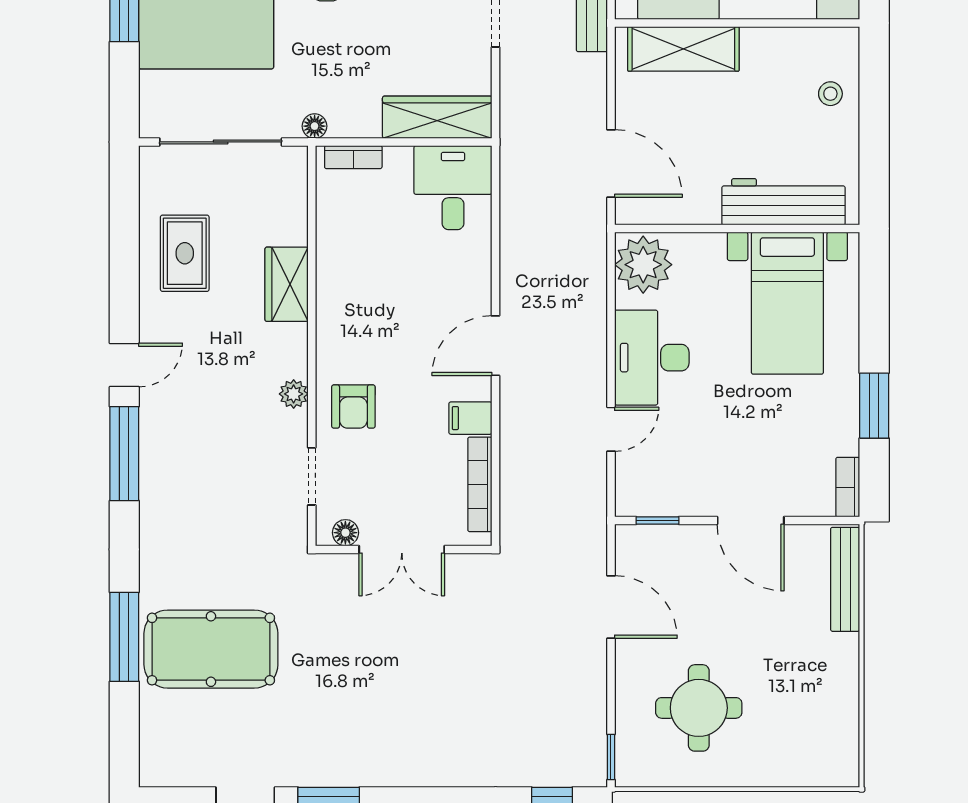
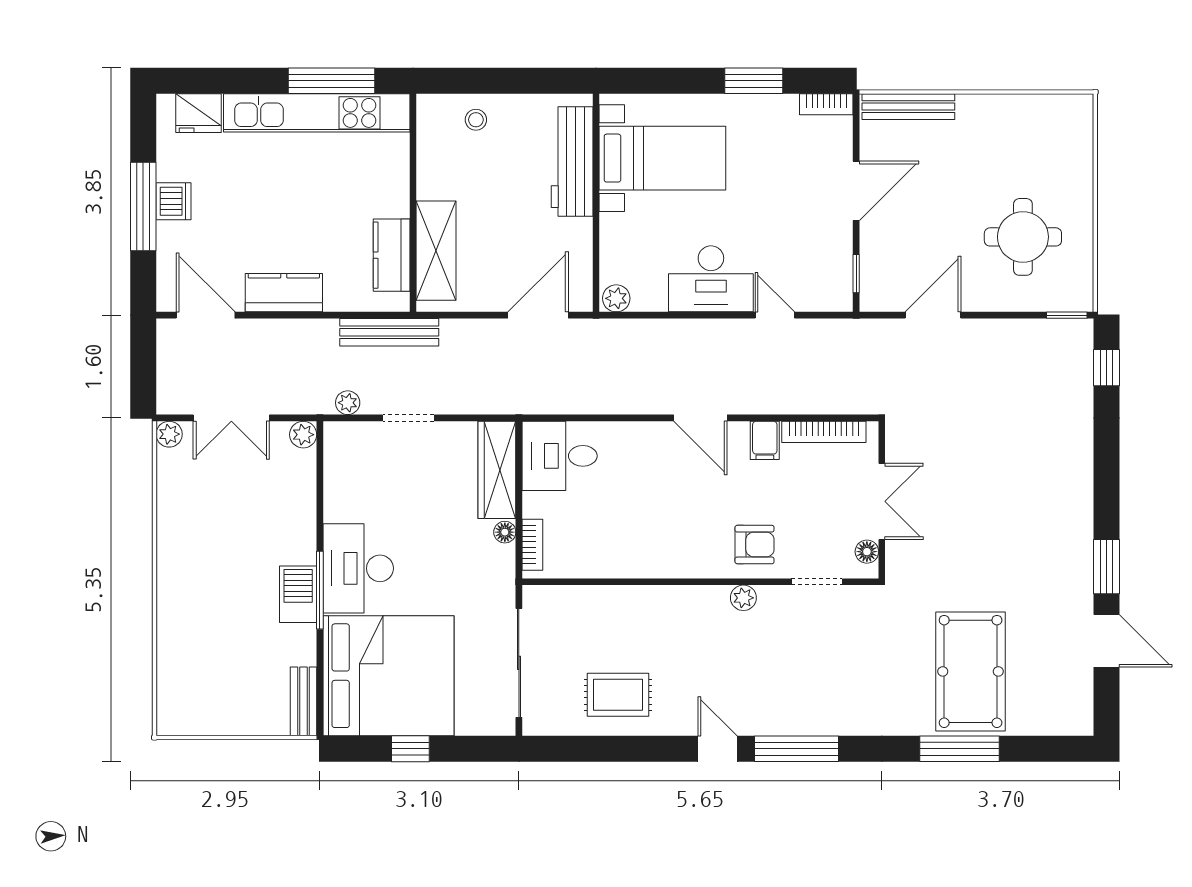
floor lamp: (315, 126) -> (505, 532), moved
plant: (643, 265) -> (616, 298), width x0.53, depth x0.53
wardrobe: (287, 284) -> (646, 604), removed

